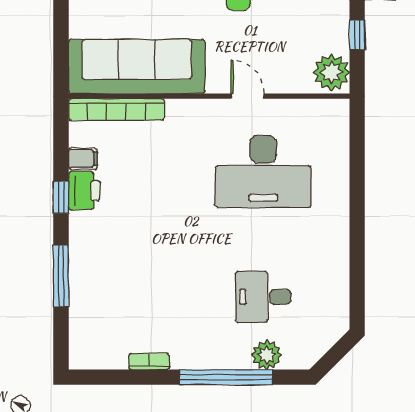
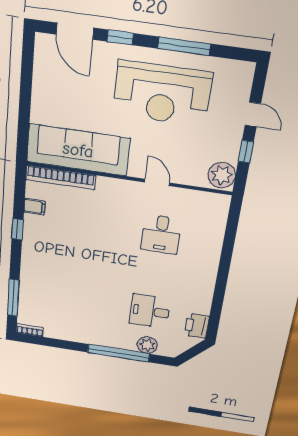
desk: (263, 171) -> (161, 234), width x0.53, depth x0.77
printer: (84, 191) -> (197, 326), moved, turned 180
window: (61, 276) -> (13, 298), moved
bookcase: (149, 362) -> (30, 330), moved

